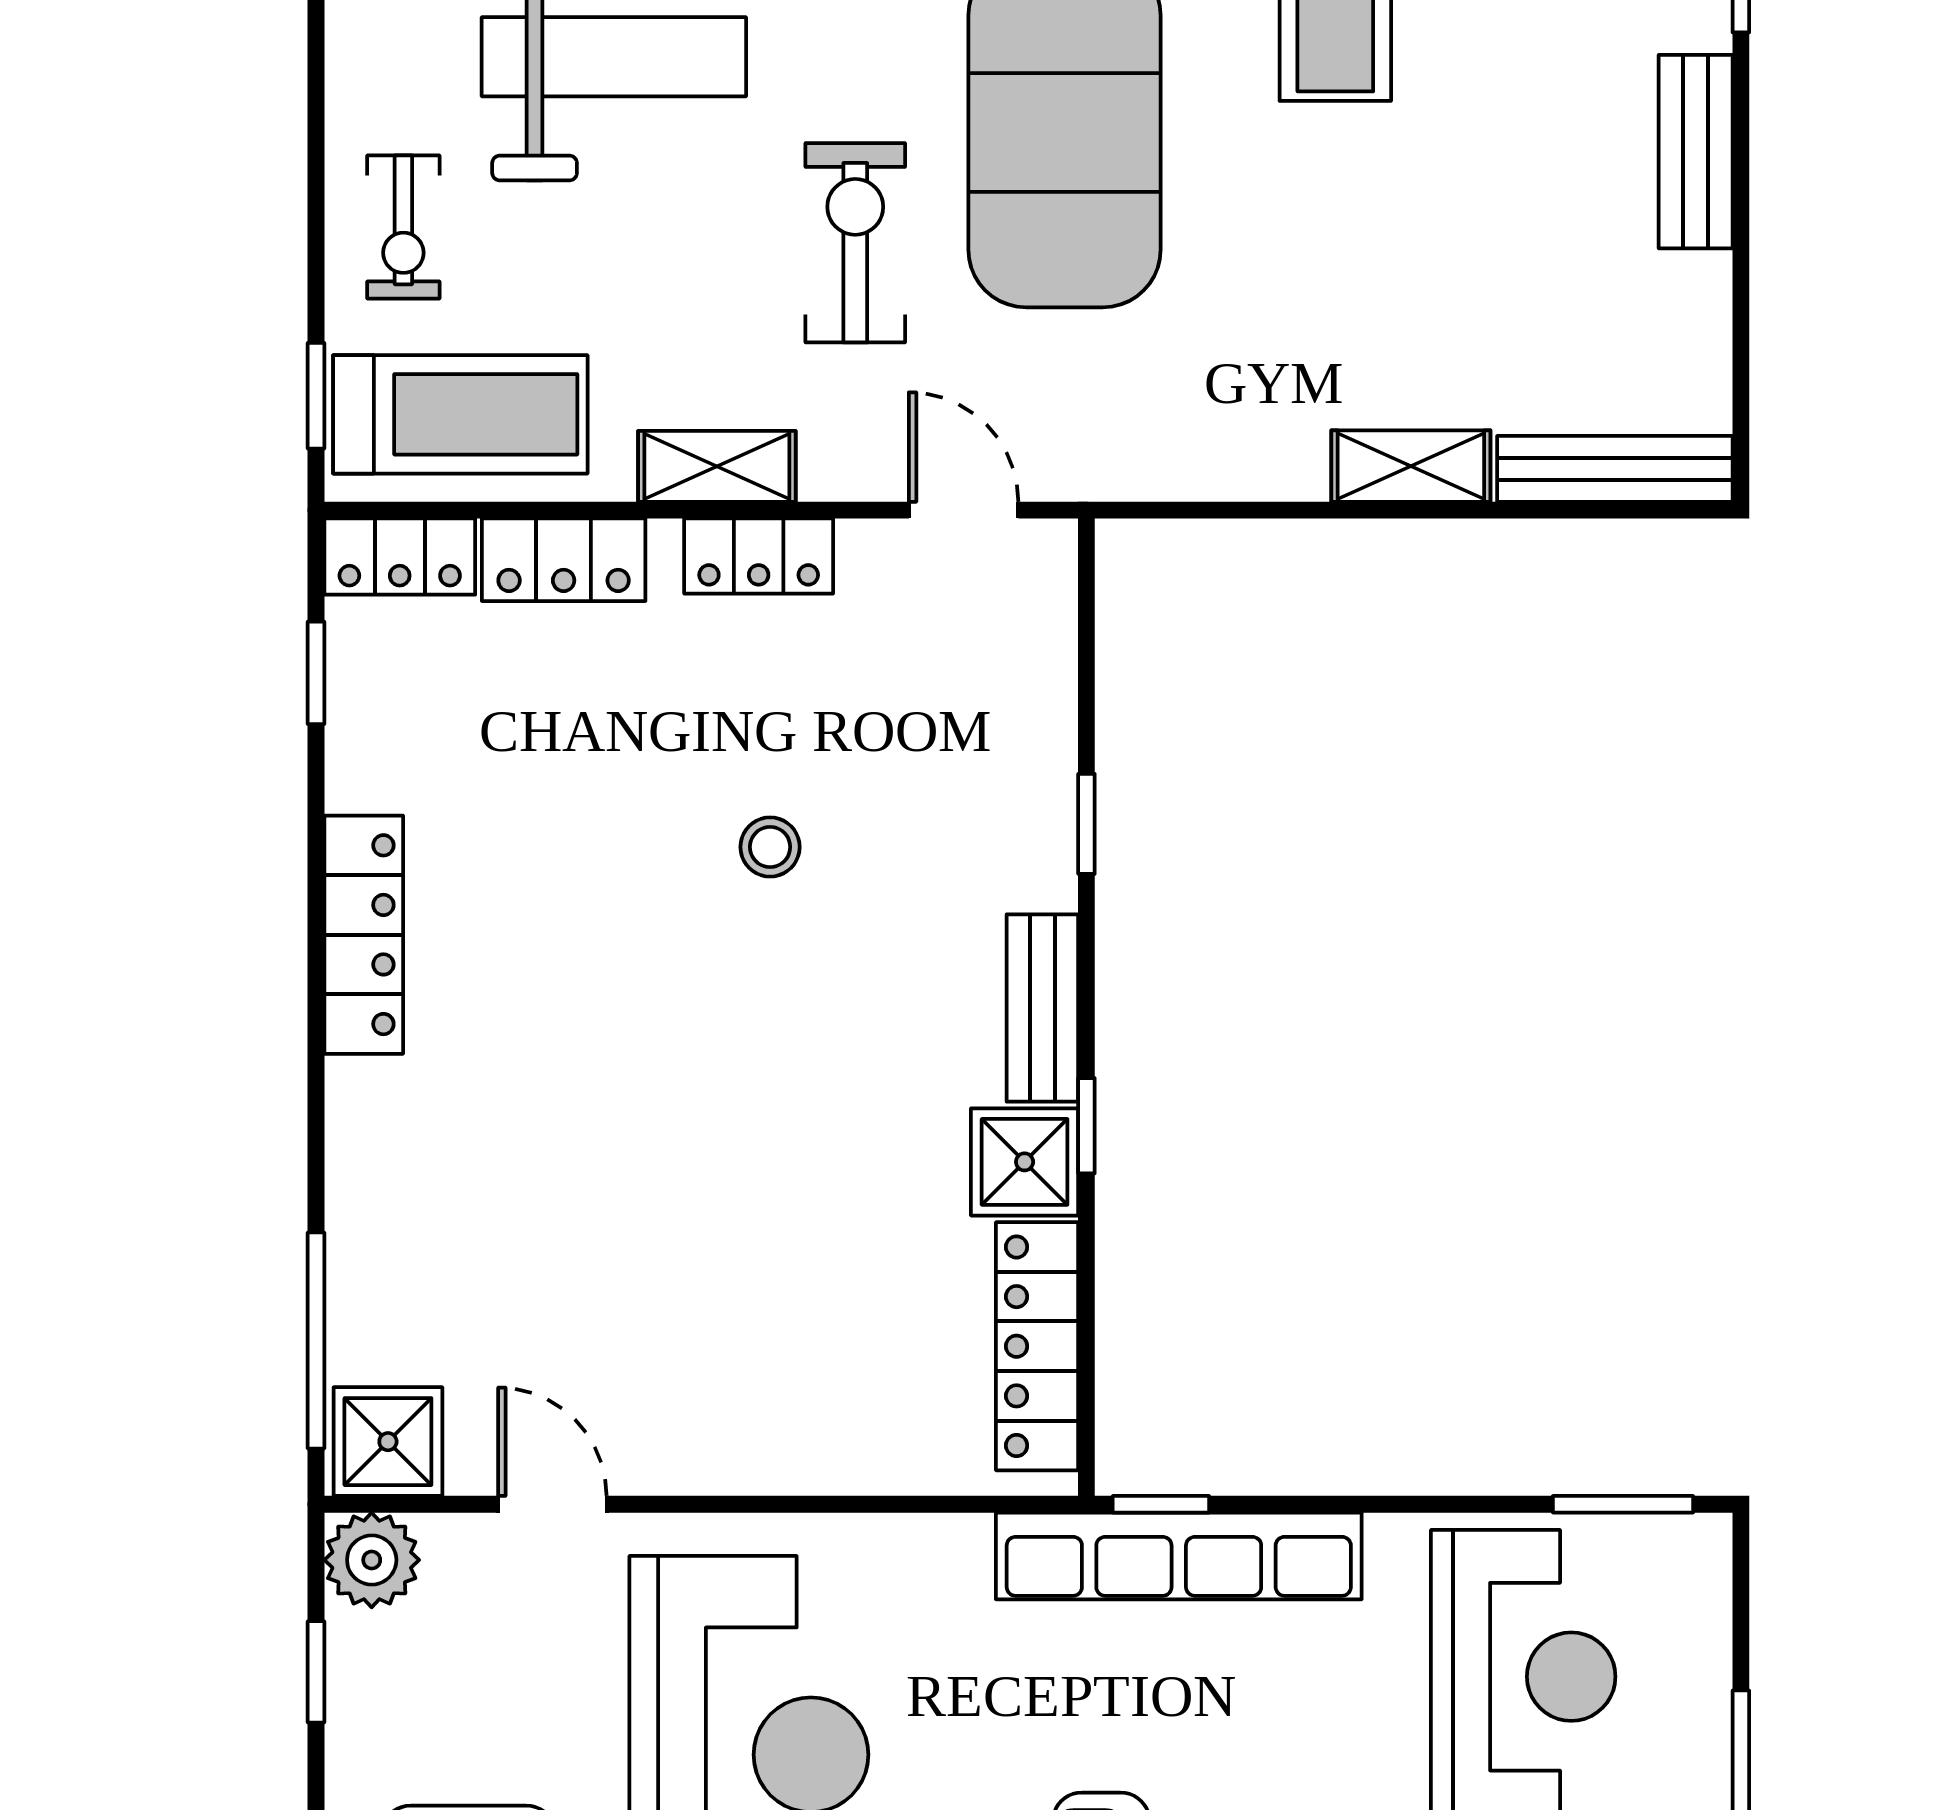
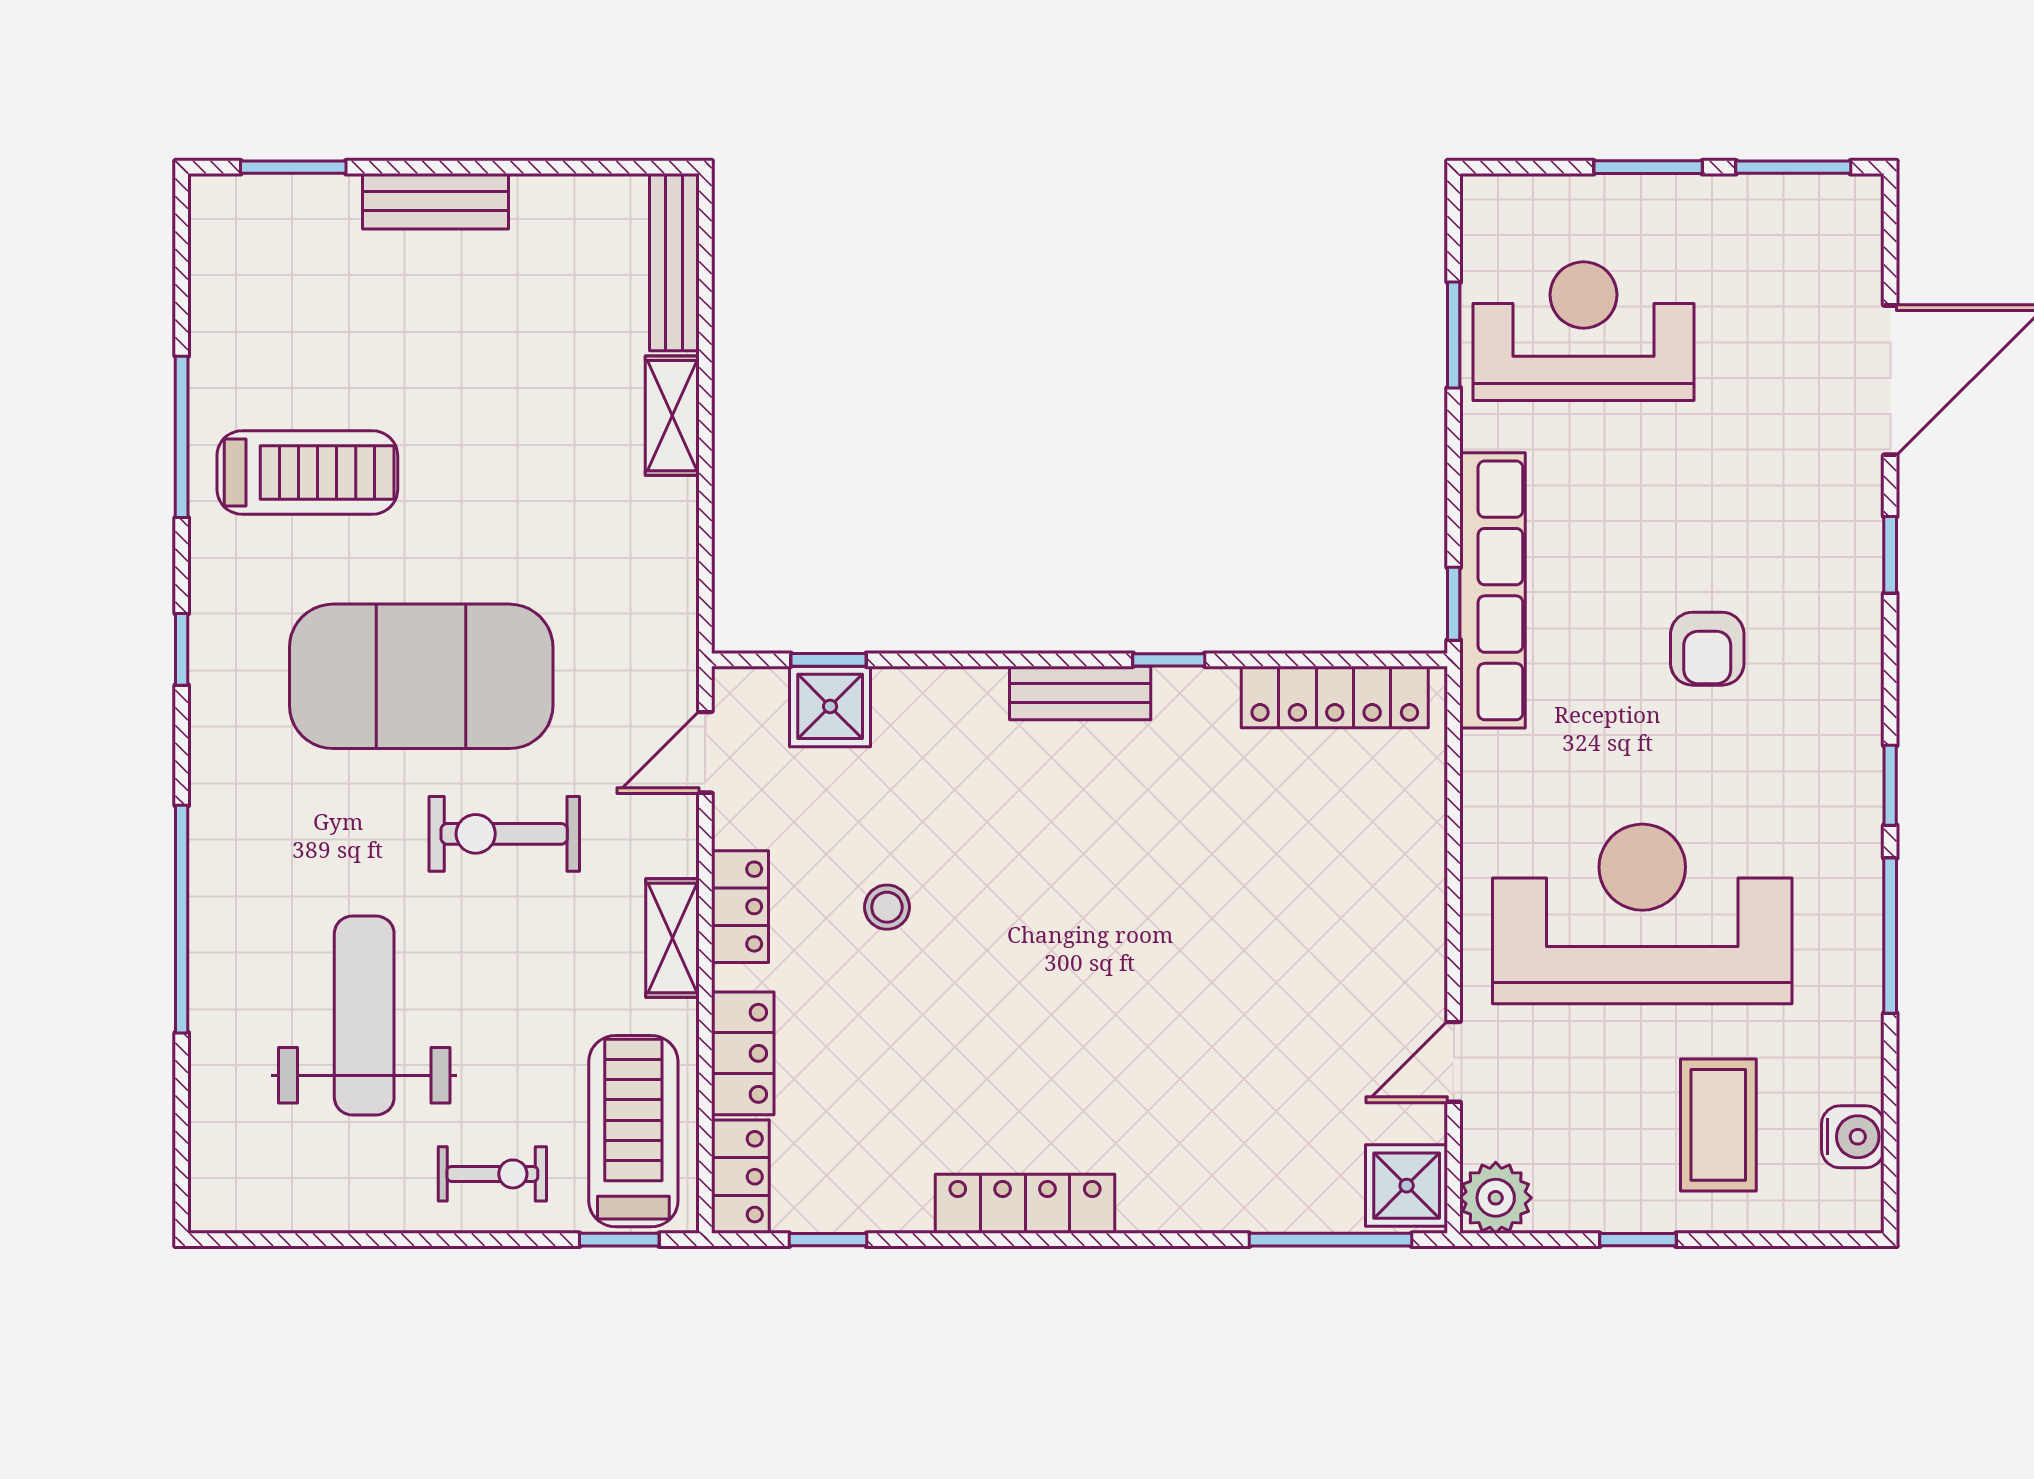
window: (1086, 824) -> (829, 660), moved
stool: (770, 847) -> (887, 907), moved
shower: (1025, 1162) -> (830, 706), moved
window: (1623, 1504) -> (1454, 335), moved
window: (316, 1672) -> (1638, 1240), moved

